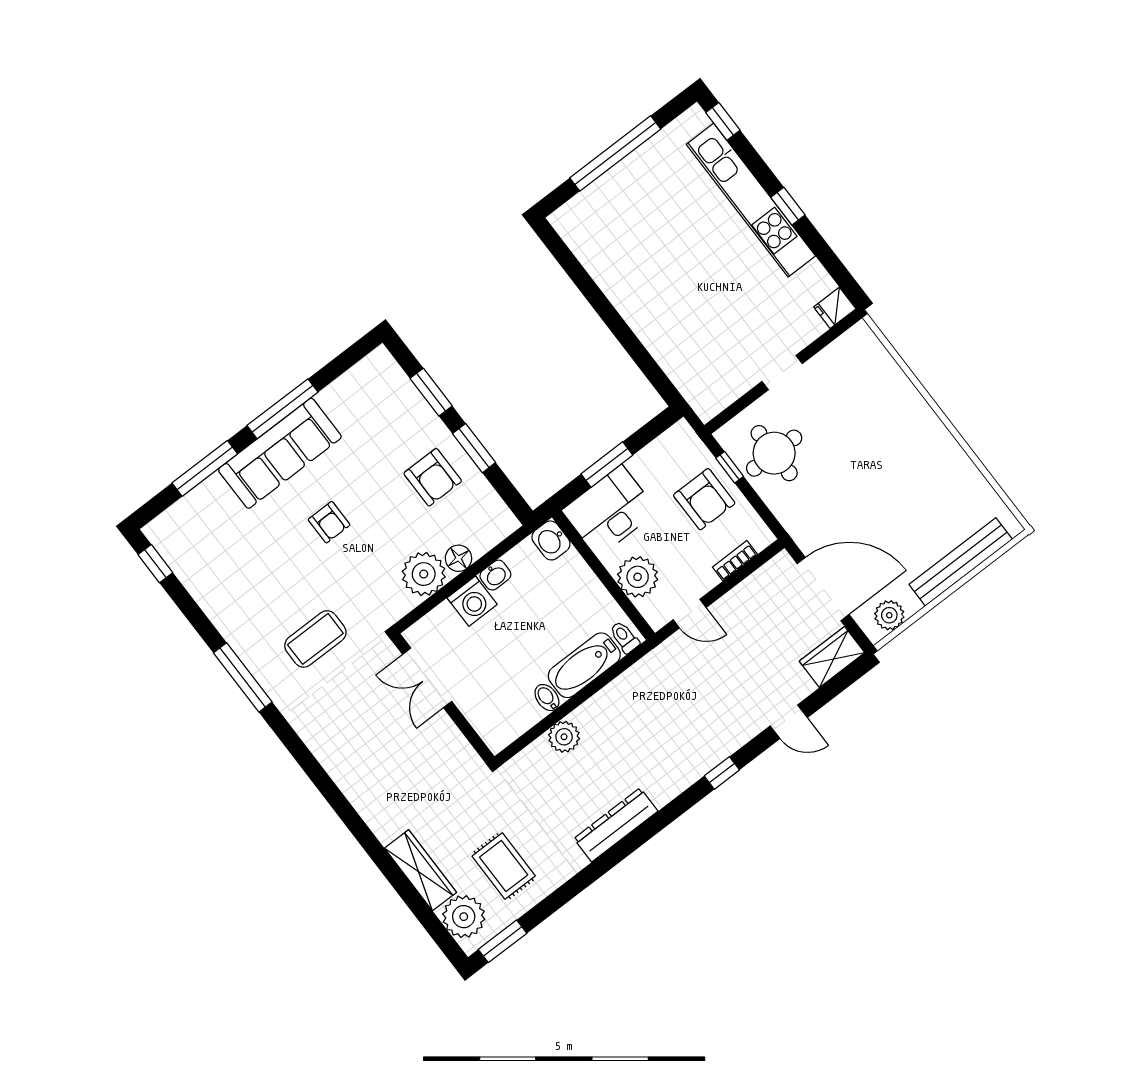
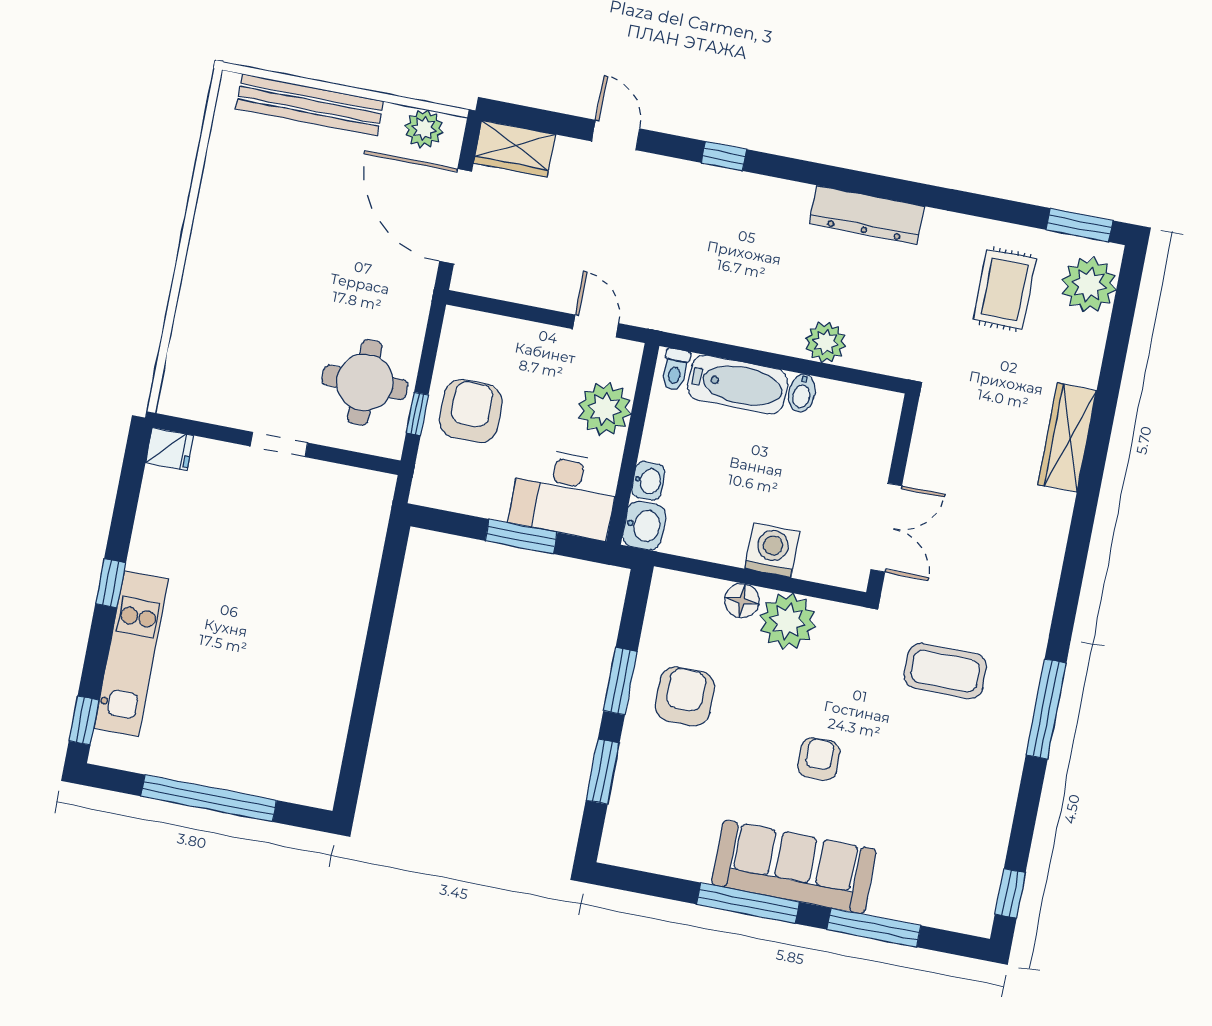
kitchen unit: (751, 200) -> (131, 653), width x0.73
bookcase: (735, 561) -> (504, 327), removed
washbasin: (495, 575) -> (648, 481), moved, turned 90
wardrobe: (421, 870) -> (1067, 437), moved

